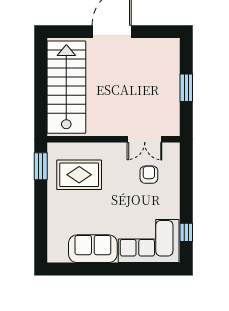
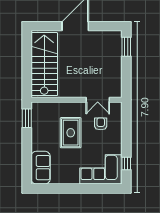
window: (186, 88) -> (126, 47), moved
rug: (79, 175) -> (71, 133), moved, turned 90
sofa: (93, 249) -> (41, 168), moved, turned 90

